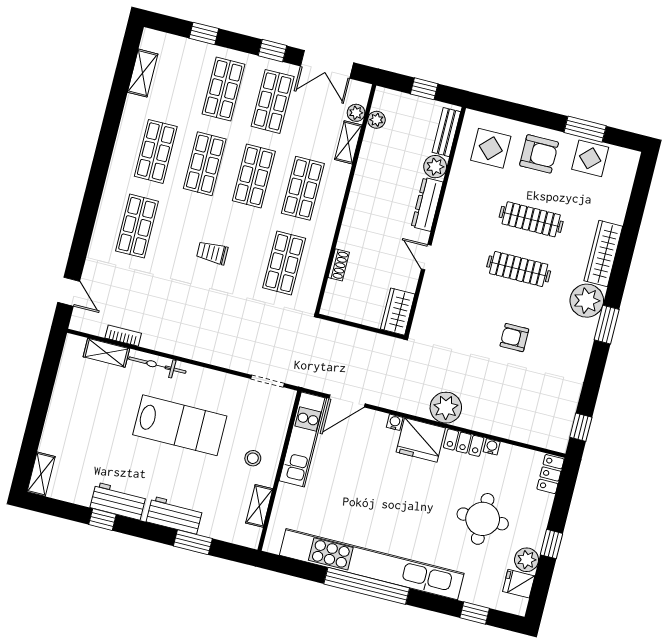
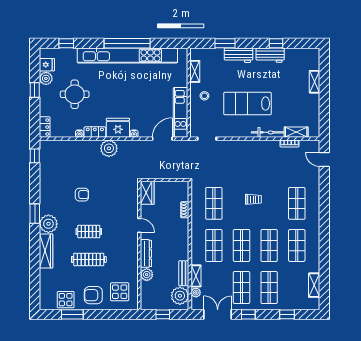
plant: (376, 120) -> (180, 296), width x1.88, depth x1.88
bench: (446, 132) -> (184, 273), moved
clothes rail: (519, 269) -> (89, 231), width x0.73
shelving: (41, 474) -> (315, 82), moved

